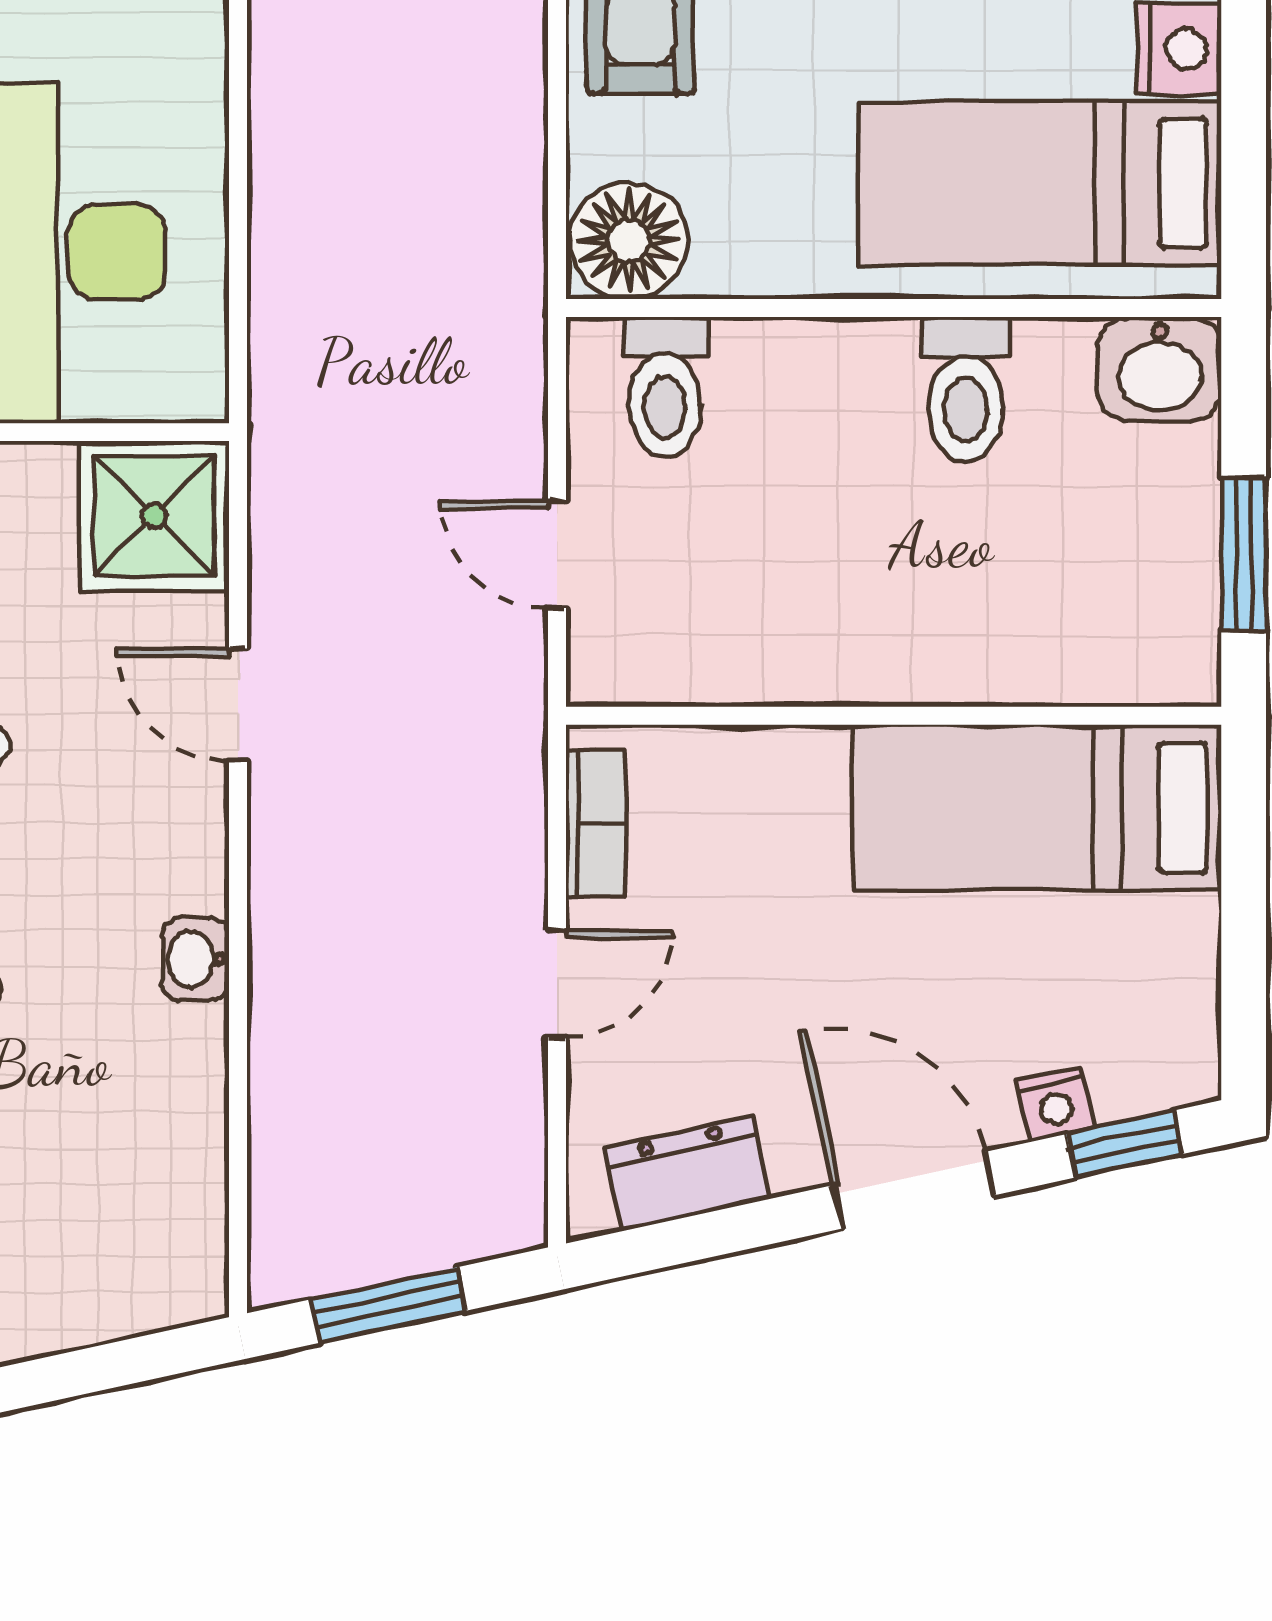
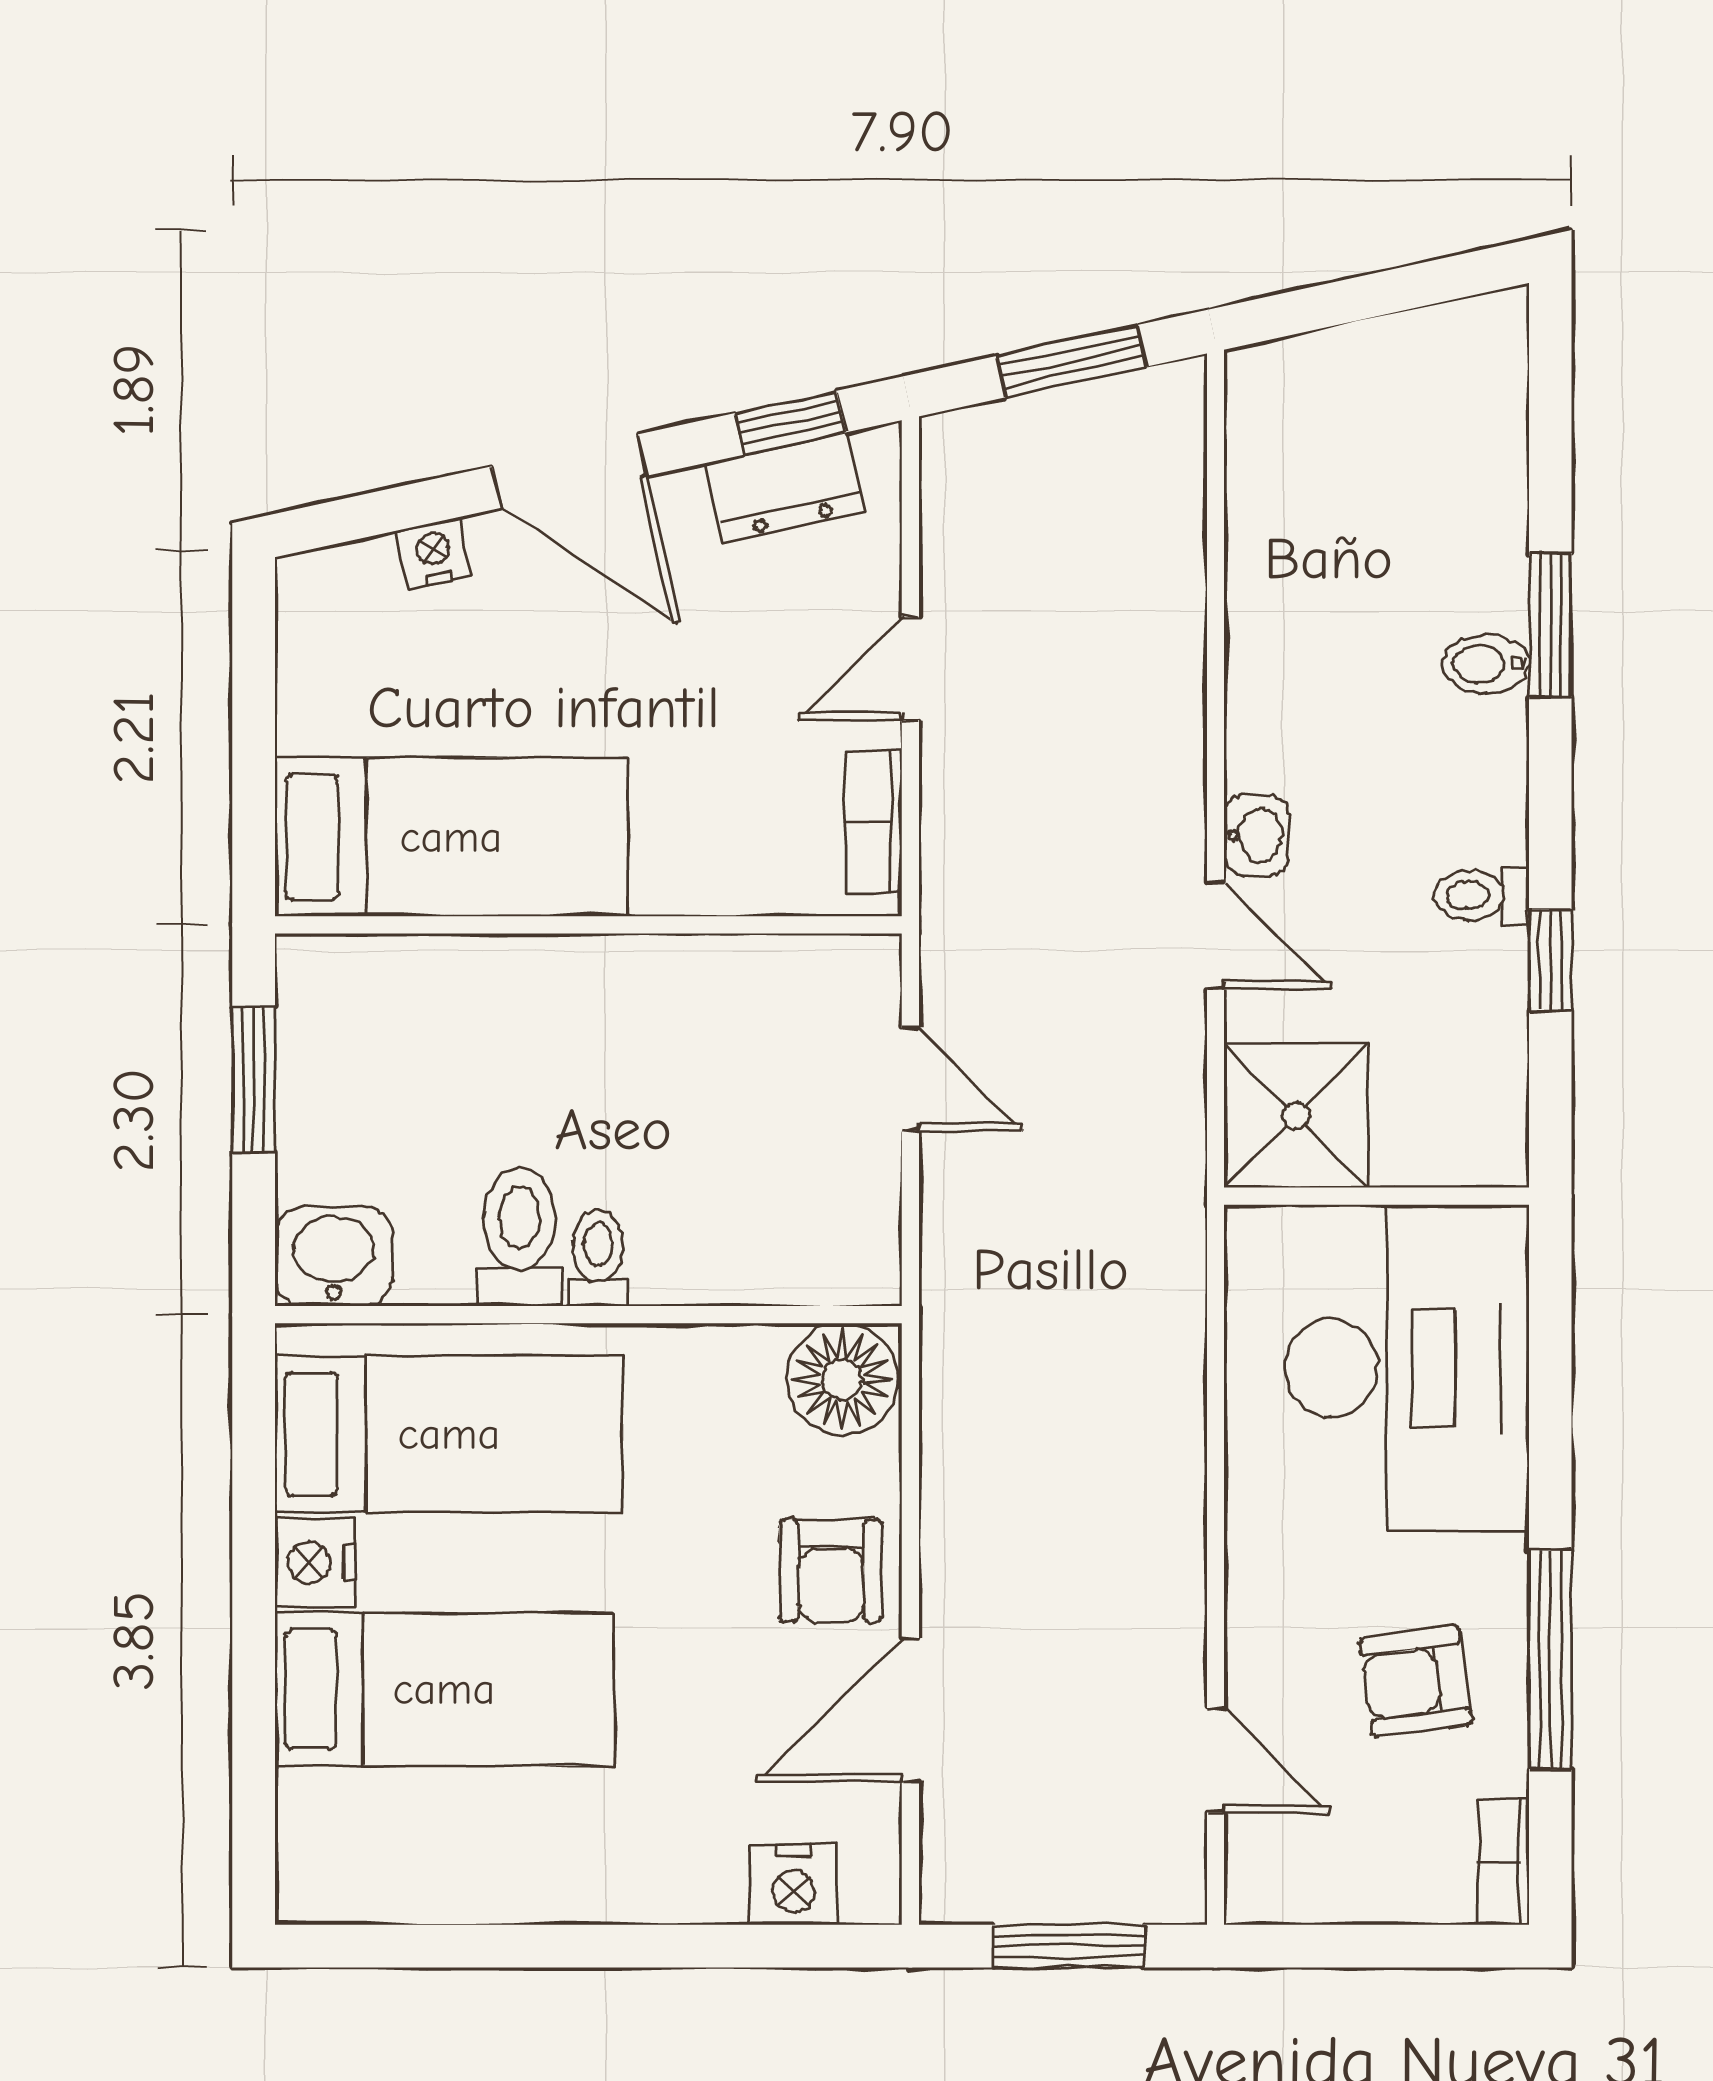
toilet: (665, 387) -> (598, 1258), moved, width x0.73, depth x0.72
washbasin: (195, 959) -> (1256, 835), moved
window: (1124, 1144) -> (790, 423), moved

